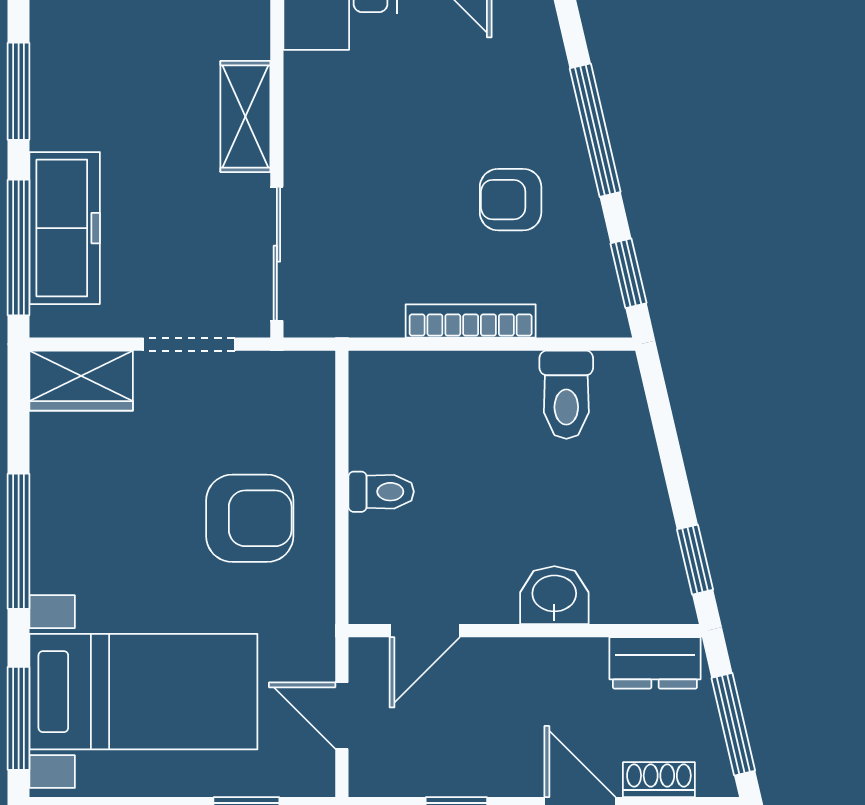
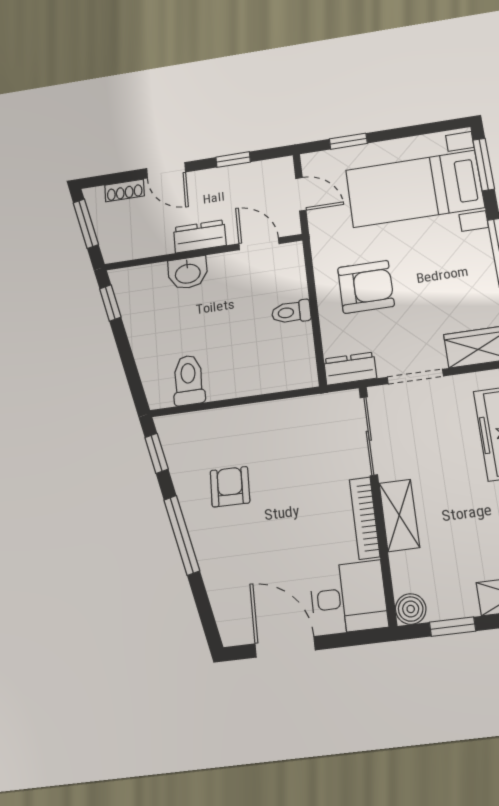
armchair: (511, 200) -> (230, 487), turned -89
bookcase: (471, 321) -> (365, 518), moved, turned 90
dresser: (294, 374) -> (350, 369), added
armchair: (250, 518) -> (366, 287), turned 180
door: (425, 631) -> (259, 244), hinge flipped
dresser: (655, 663) -> (200, 236), moved

